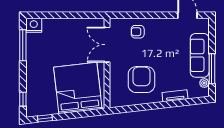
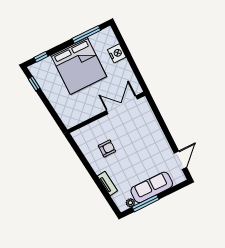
nightstand: (34, 25) -> (117, 53), moved
armchair: (138, 32) -> (146, 125), removed
armchair: (141, 80) -> (107, 148), width x0.53, depth x0.53
bed: (78, 88) -> (79, 66), moved, turned 97

